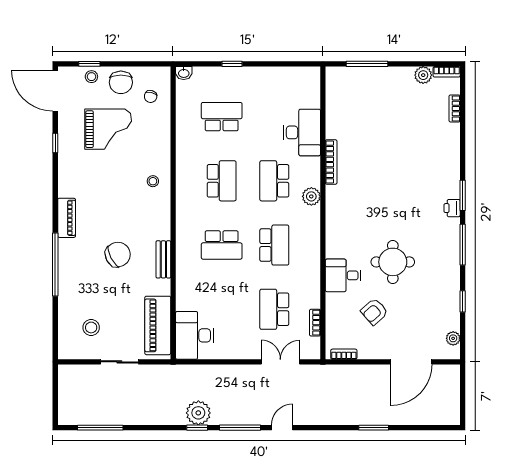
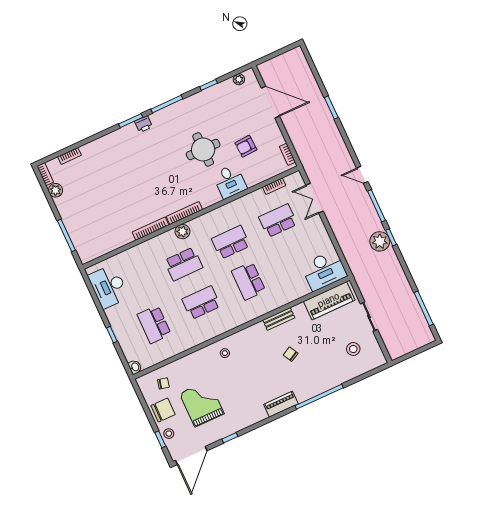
desk: (302, 132) -> (108, 286), moved, turned -90
bookcase: (331, 208) -> (184, 213), added
school desk: (222, 245) -> (249, 281), turned 180
chair: (118, 255) -> (291, 354), width x0.54, depth x0.54
school desk: (274, 309) -> (278, 221), turned 180
armchair: (374, 312) -> (246, 146), turned 128

